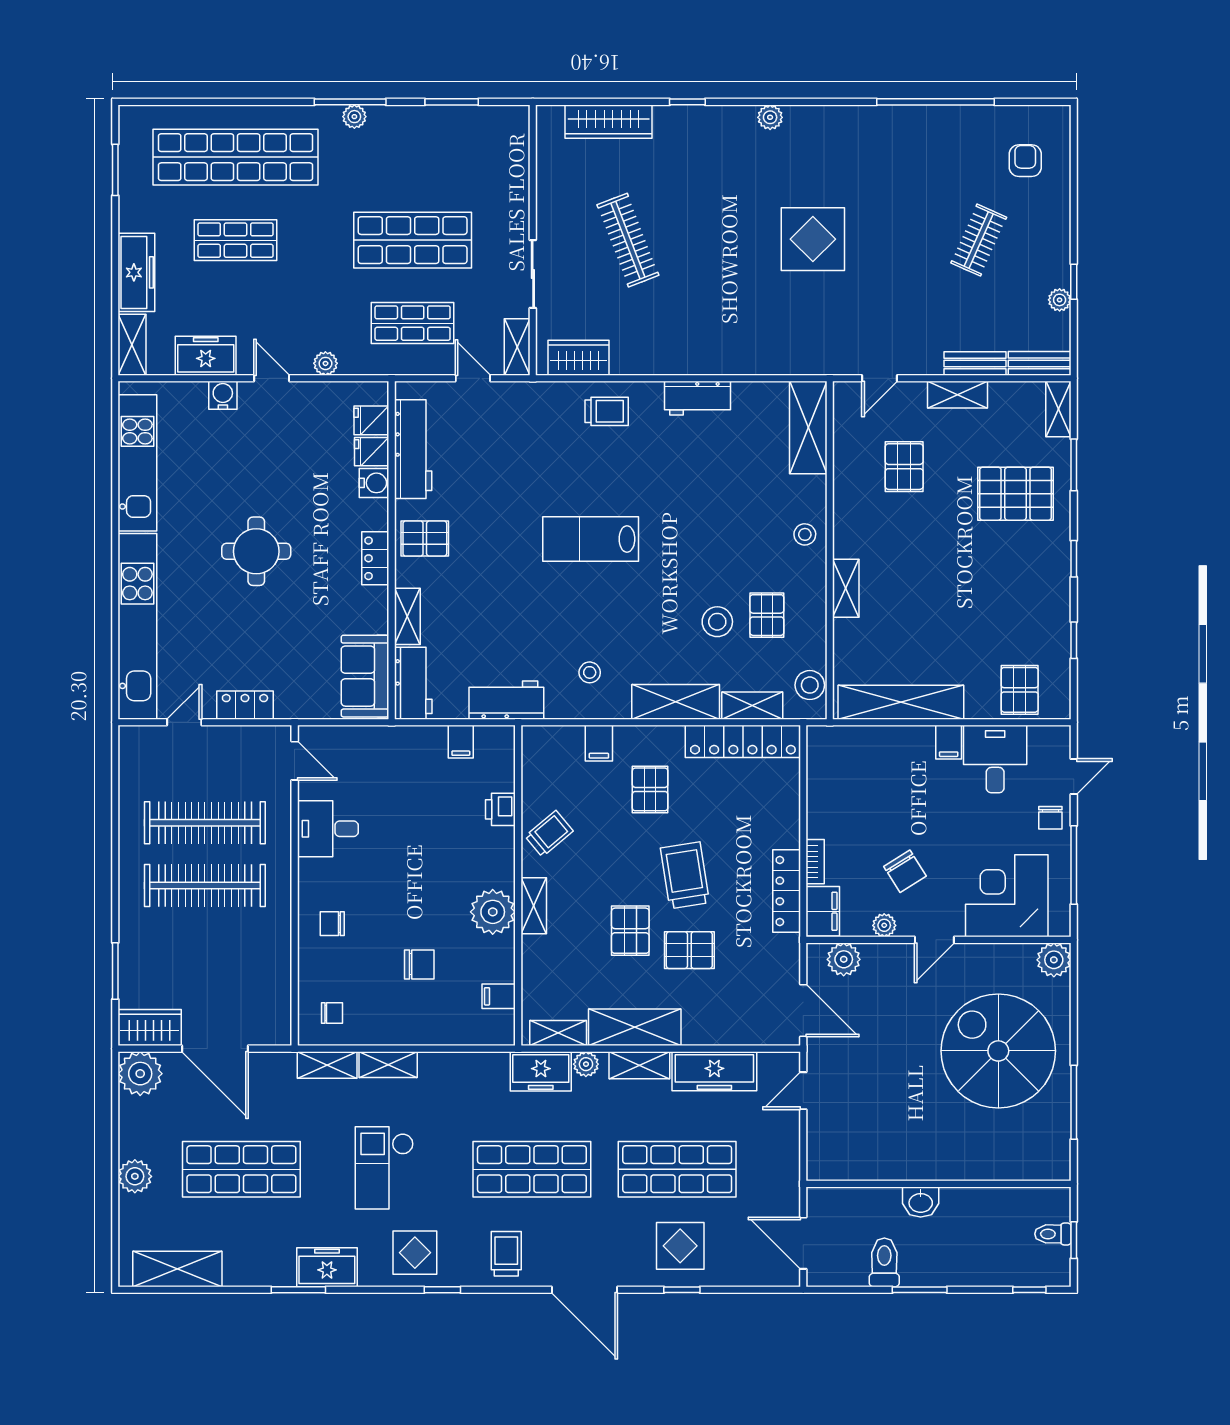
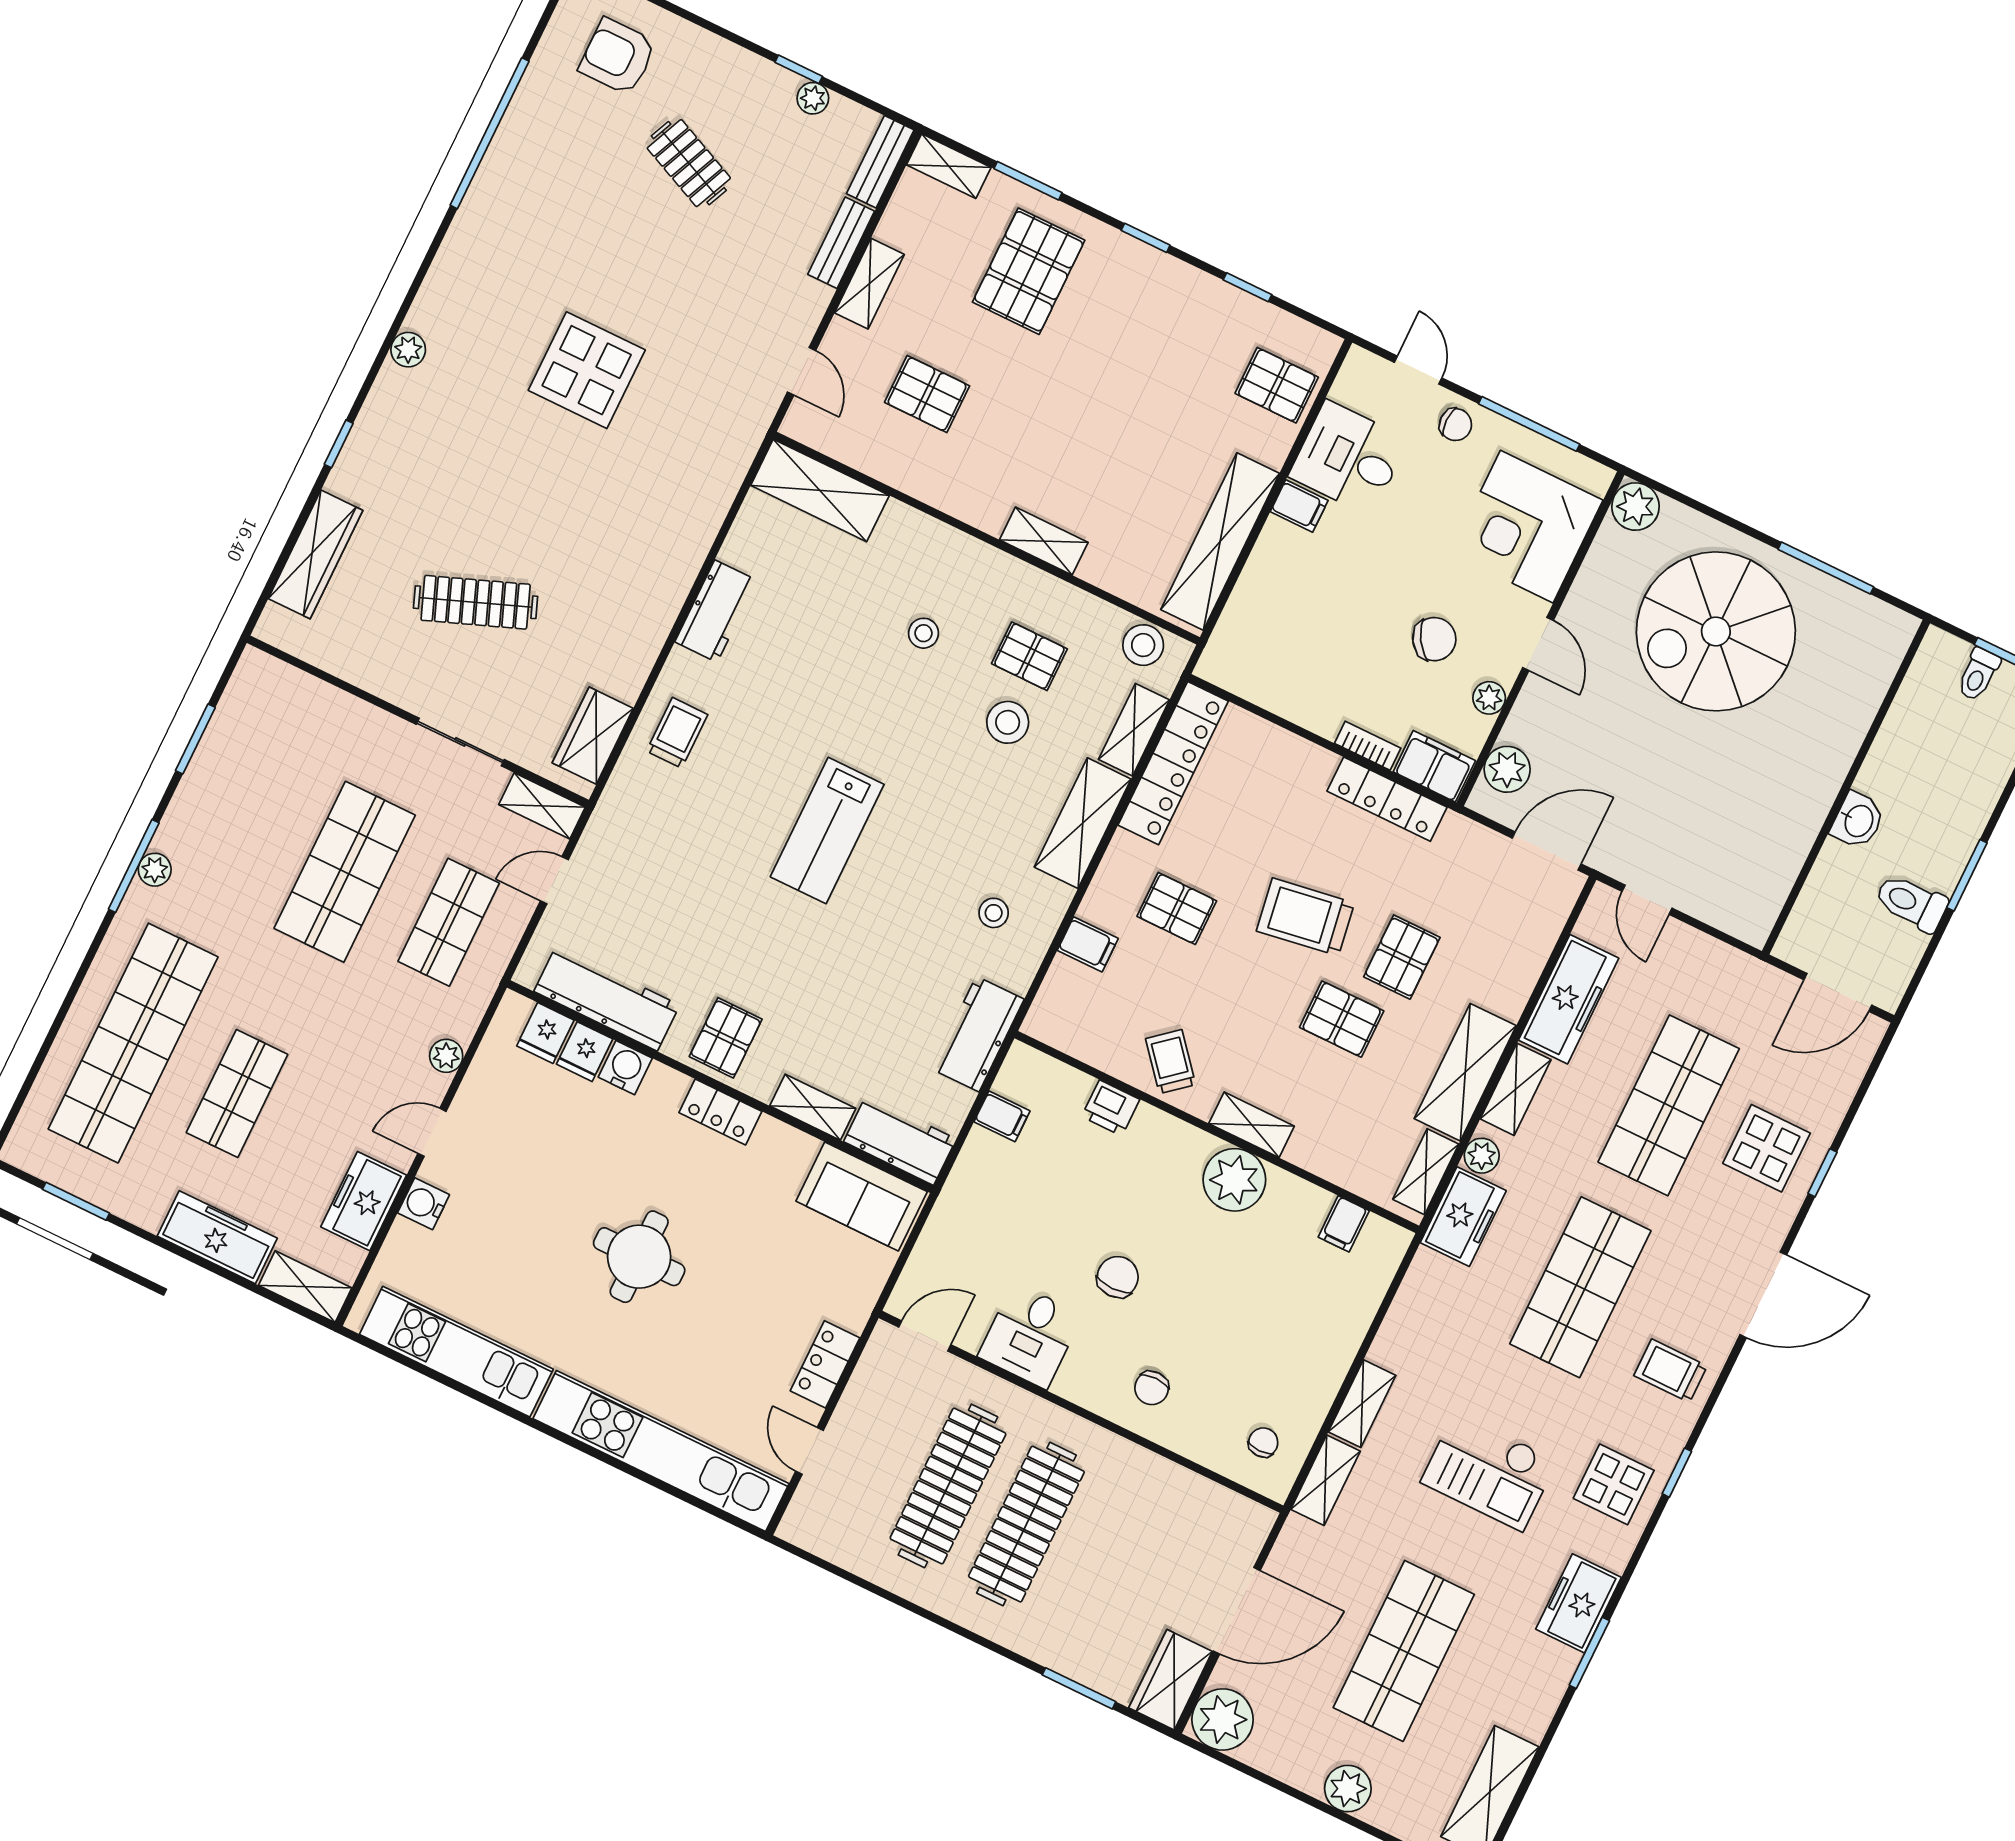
armchair: (1025, 161) -> (618, 56), width x1.38, depth x1.38
stool: (805, 534) -> (924, 633), moved
chair: (419, 964) -> (1118, 1277), moved

